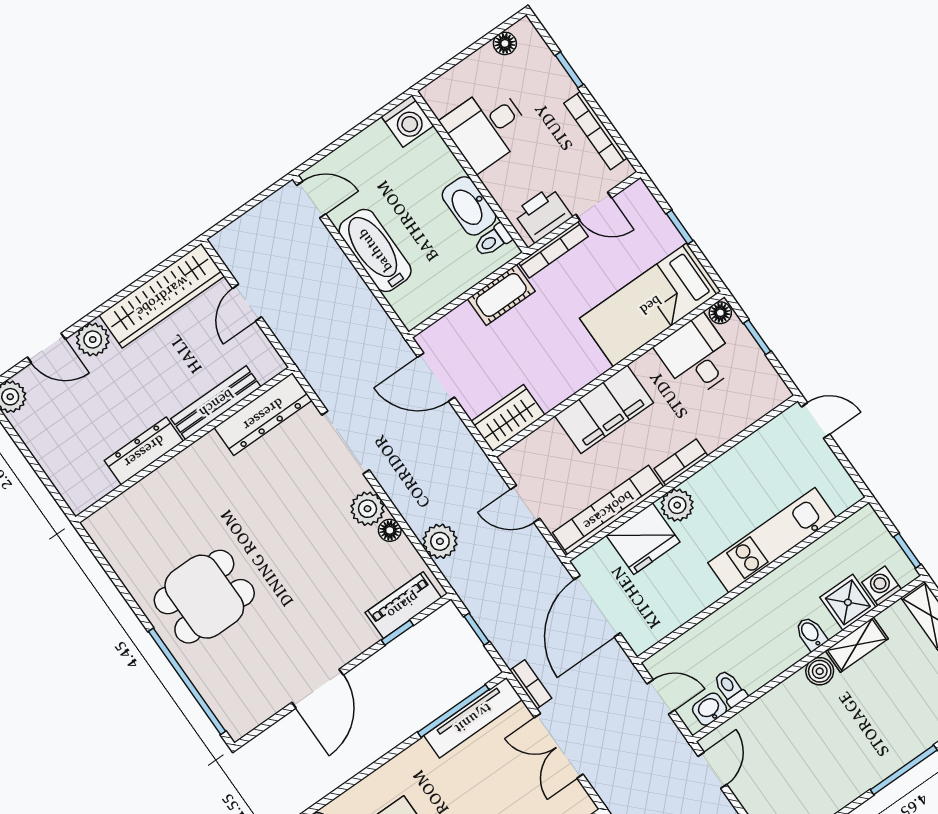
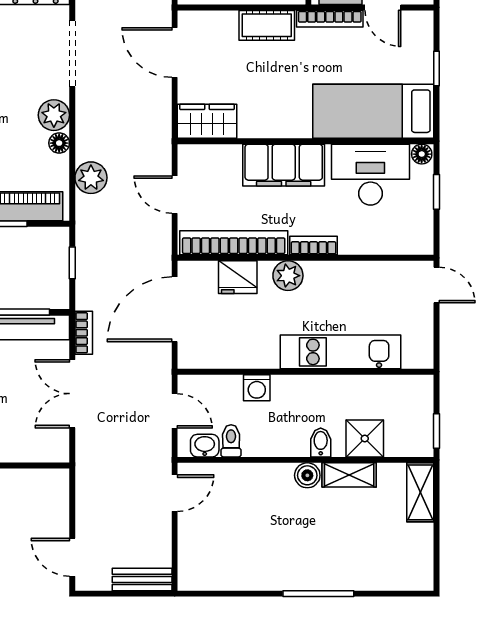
desk: (697, 357) -> (370, 175), width x1.37
fridge: (643, 539) -> (238, 277), width x0.73, depth x0.75
washing machine: (882, 586) -> (257, 388), moved, turned 180

